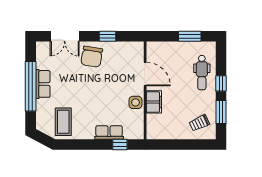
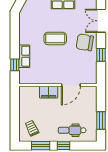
side table: (136, 102) -> (48, 77), removed
coffee table: (63, 122) -> (55, 38), moved

